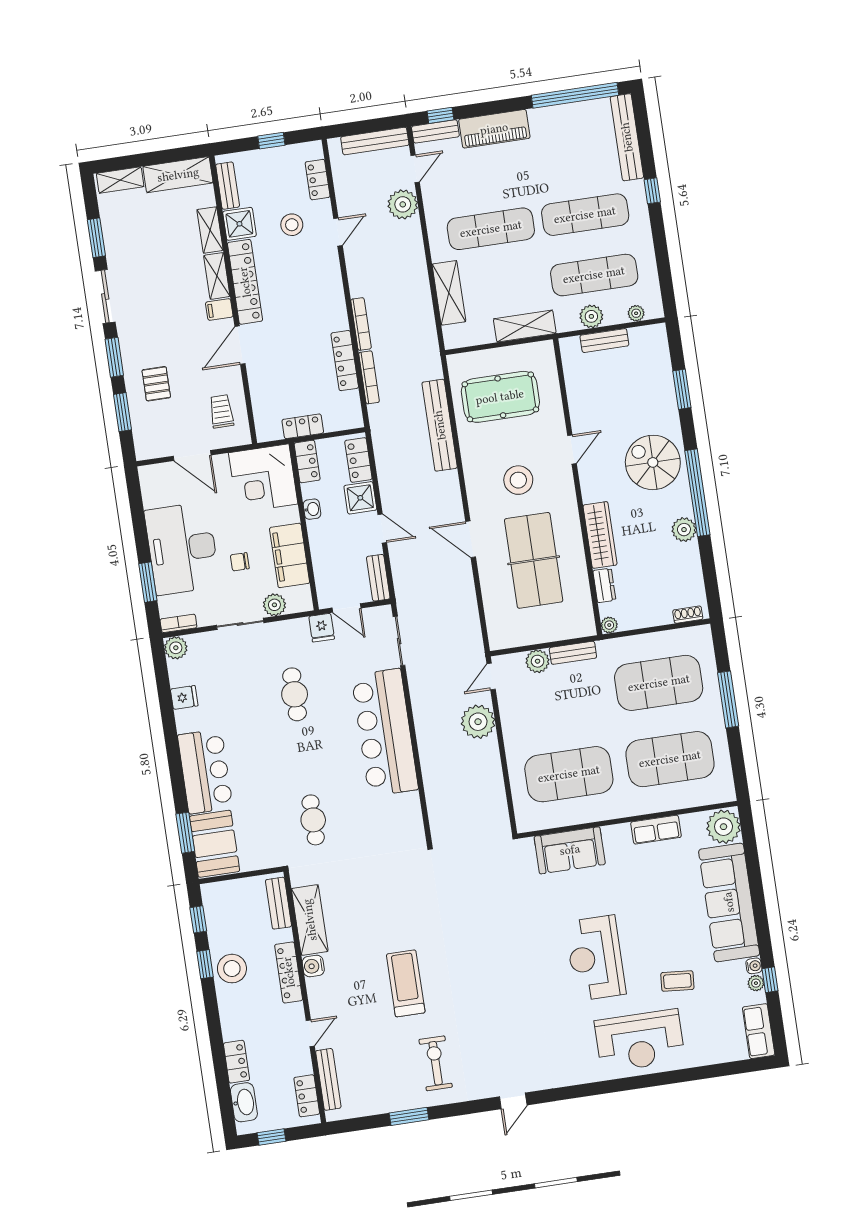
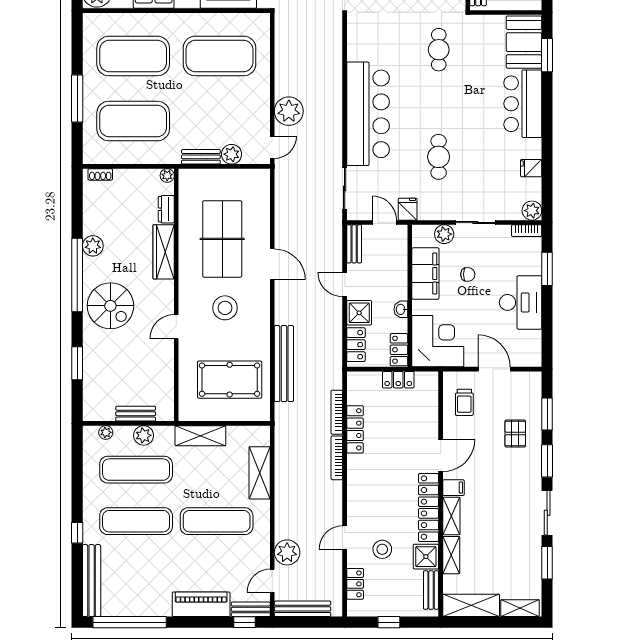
desk: (182, 549) -> (521, 302), width x0.73, depth x0.77

